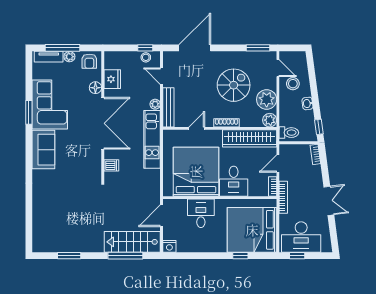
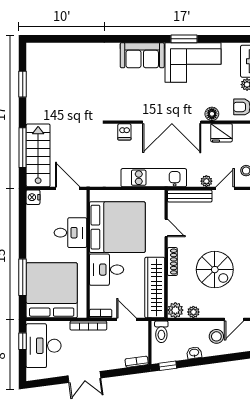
plant: (267, 99) -> (193, 312), width x0.53, depth x0.53
plant: (155, 104) -> (206, 181), moved
window: (240, 256) -> (23, 277), width x2.17

